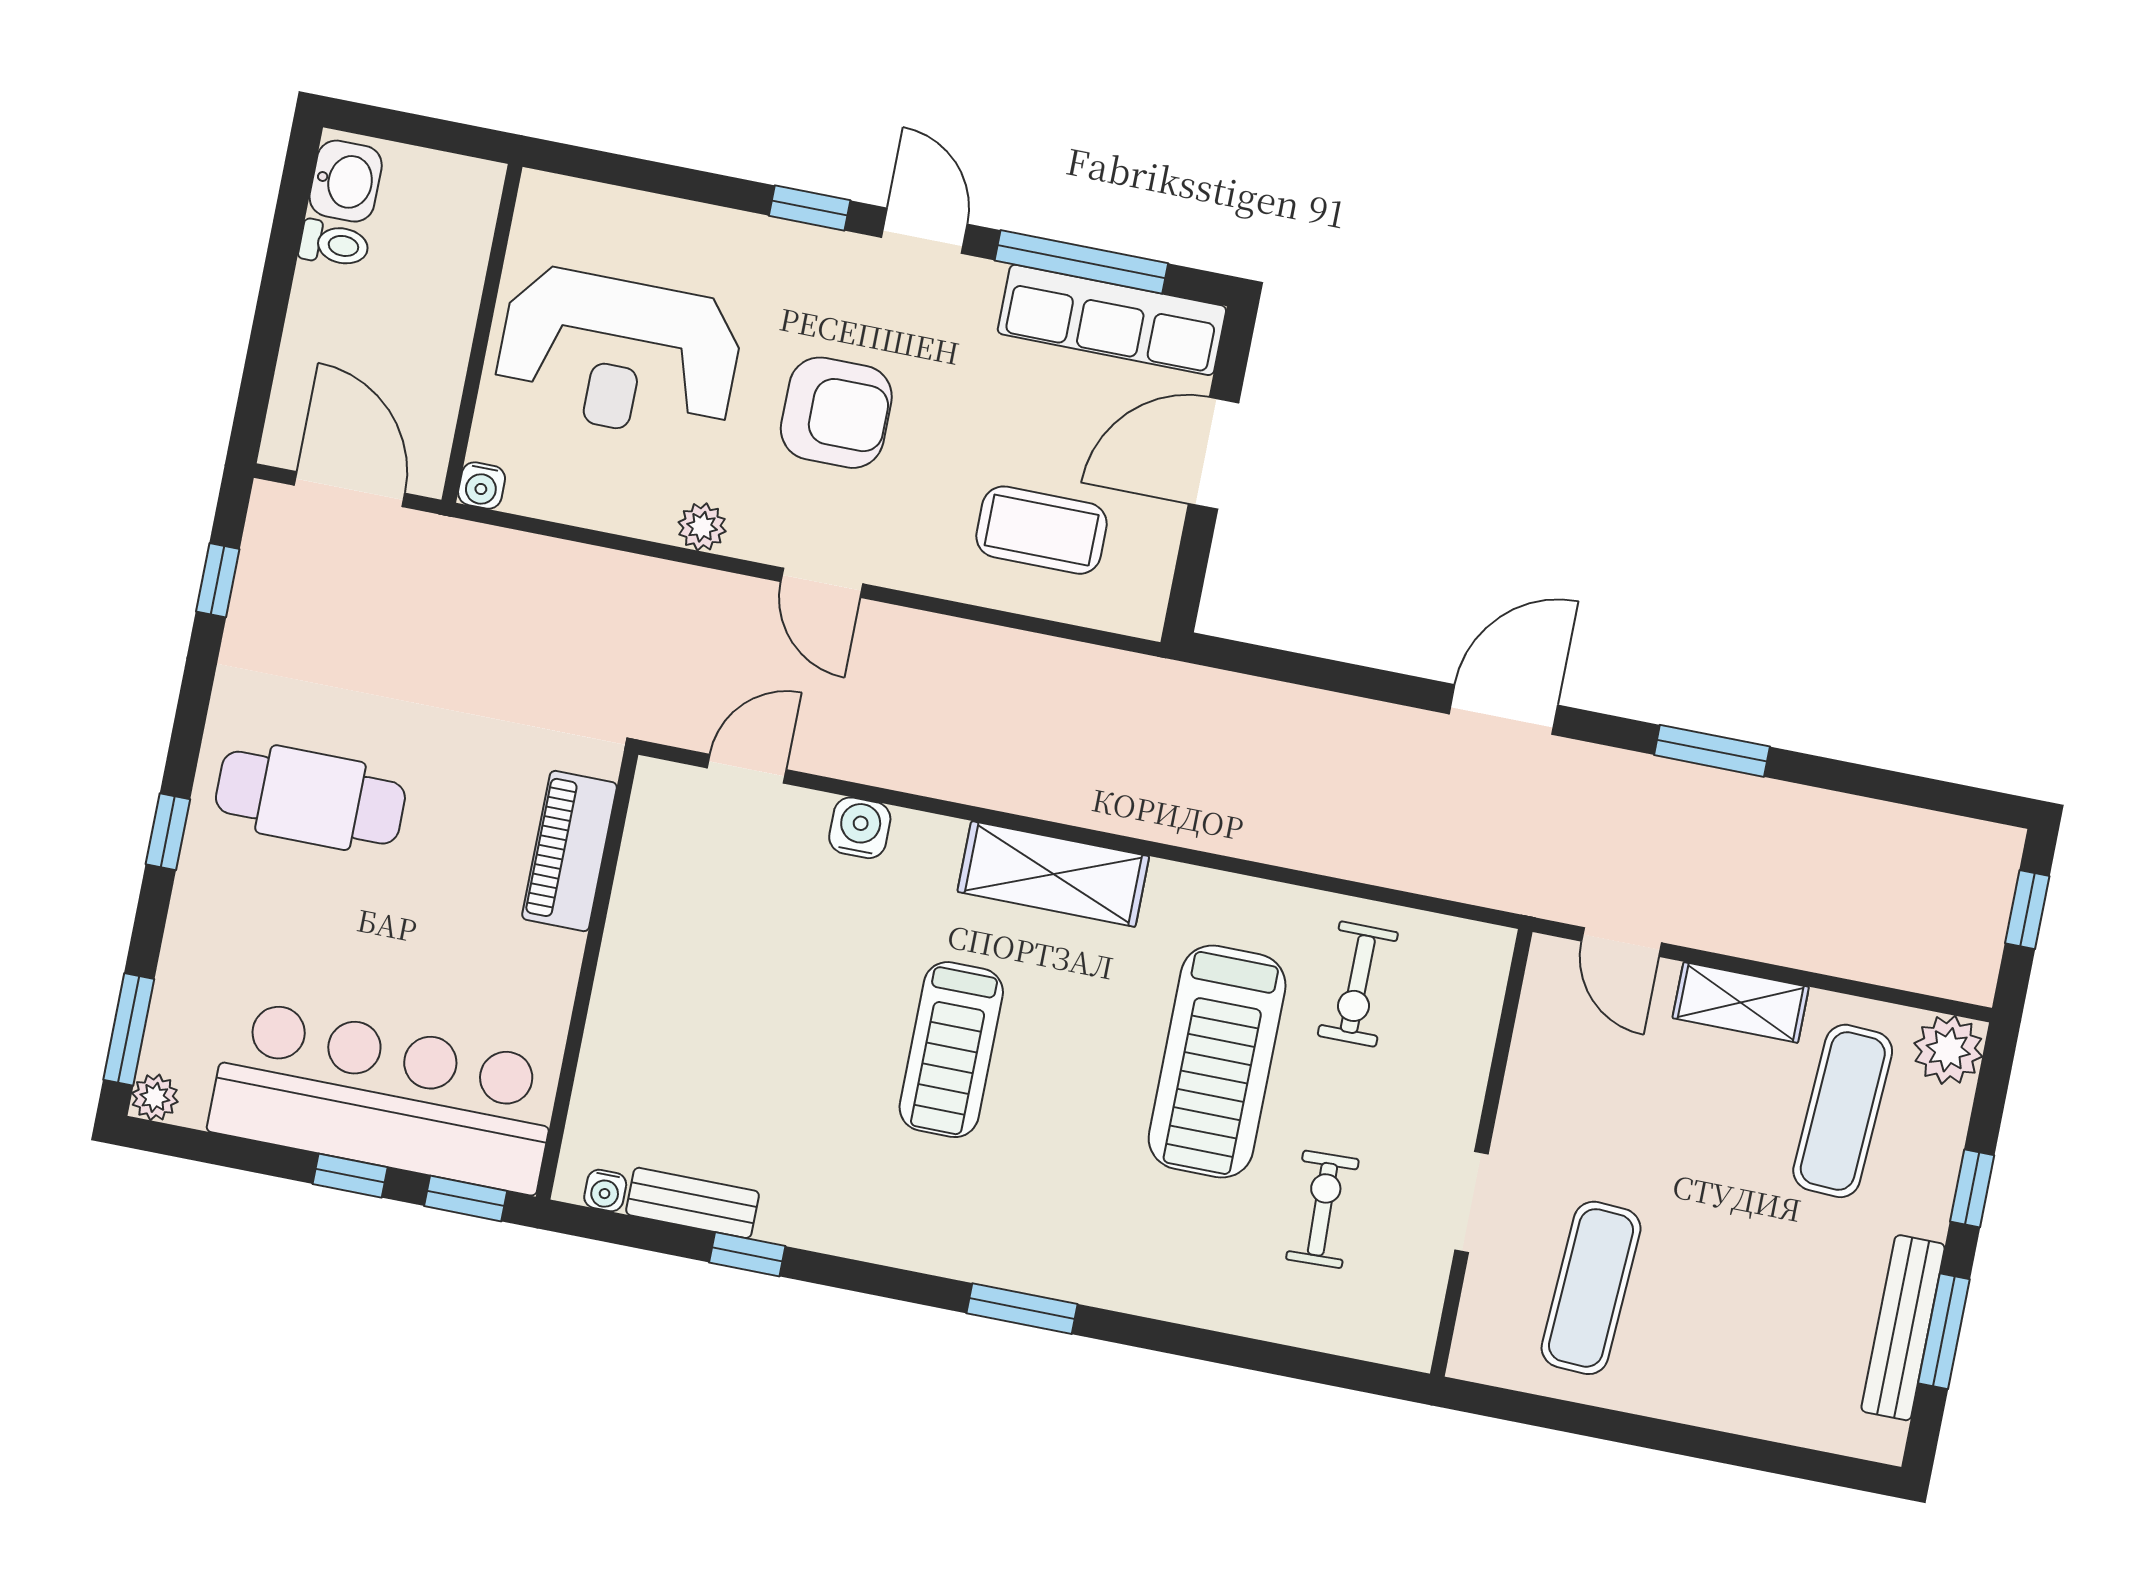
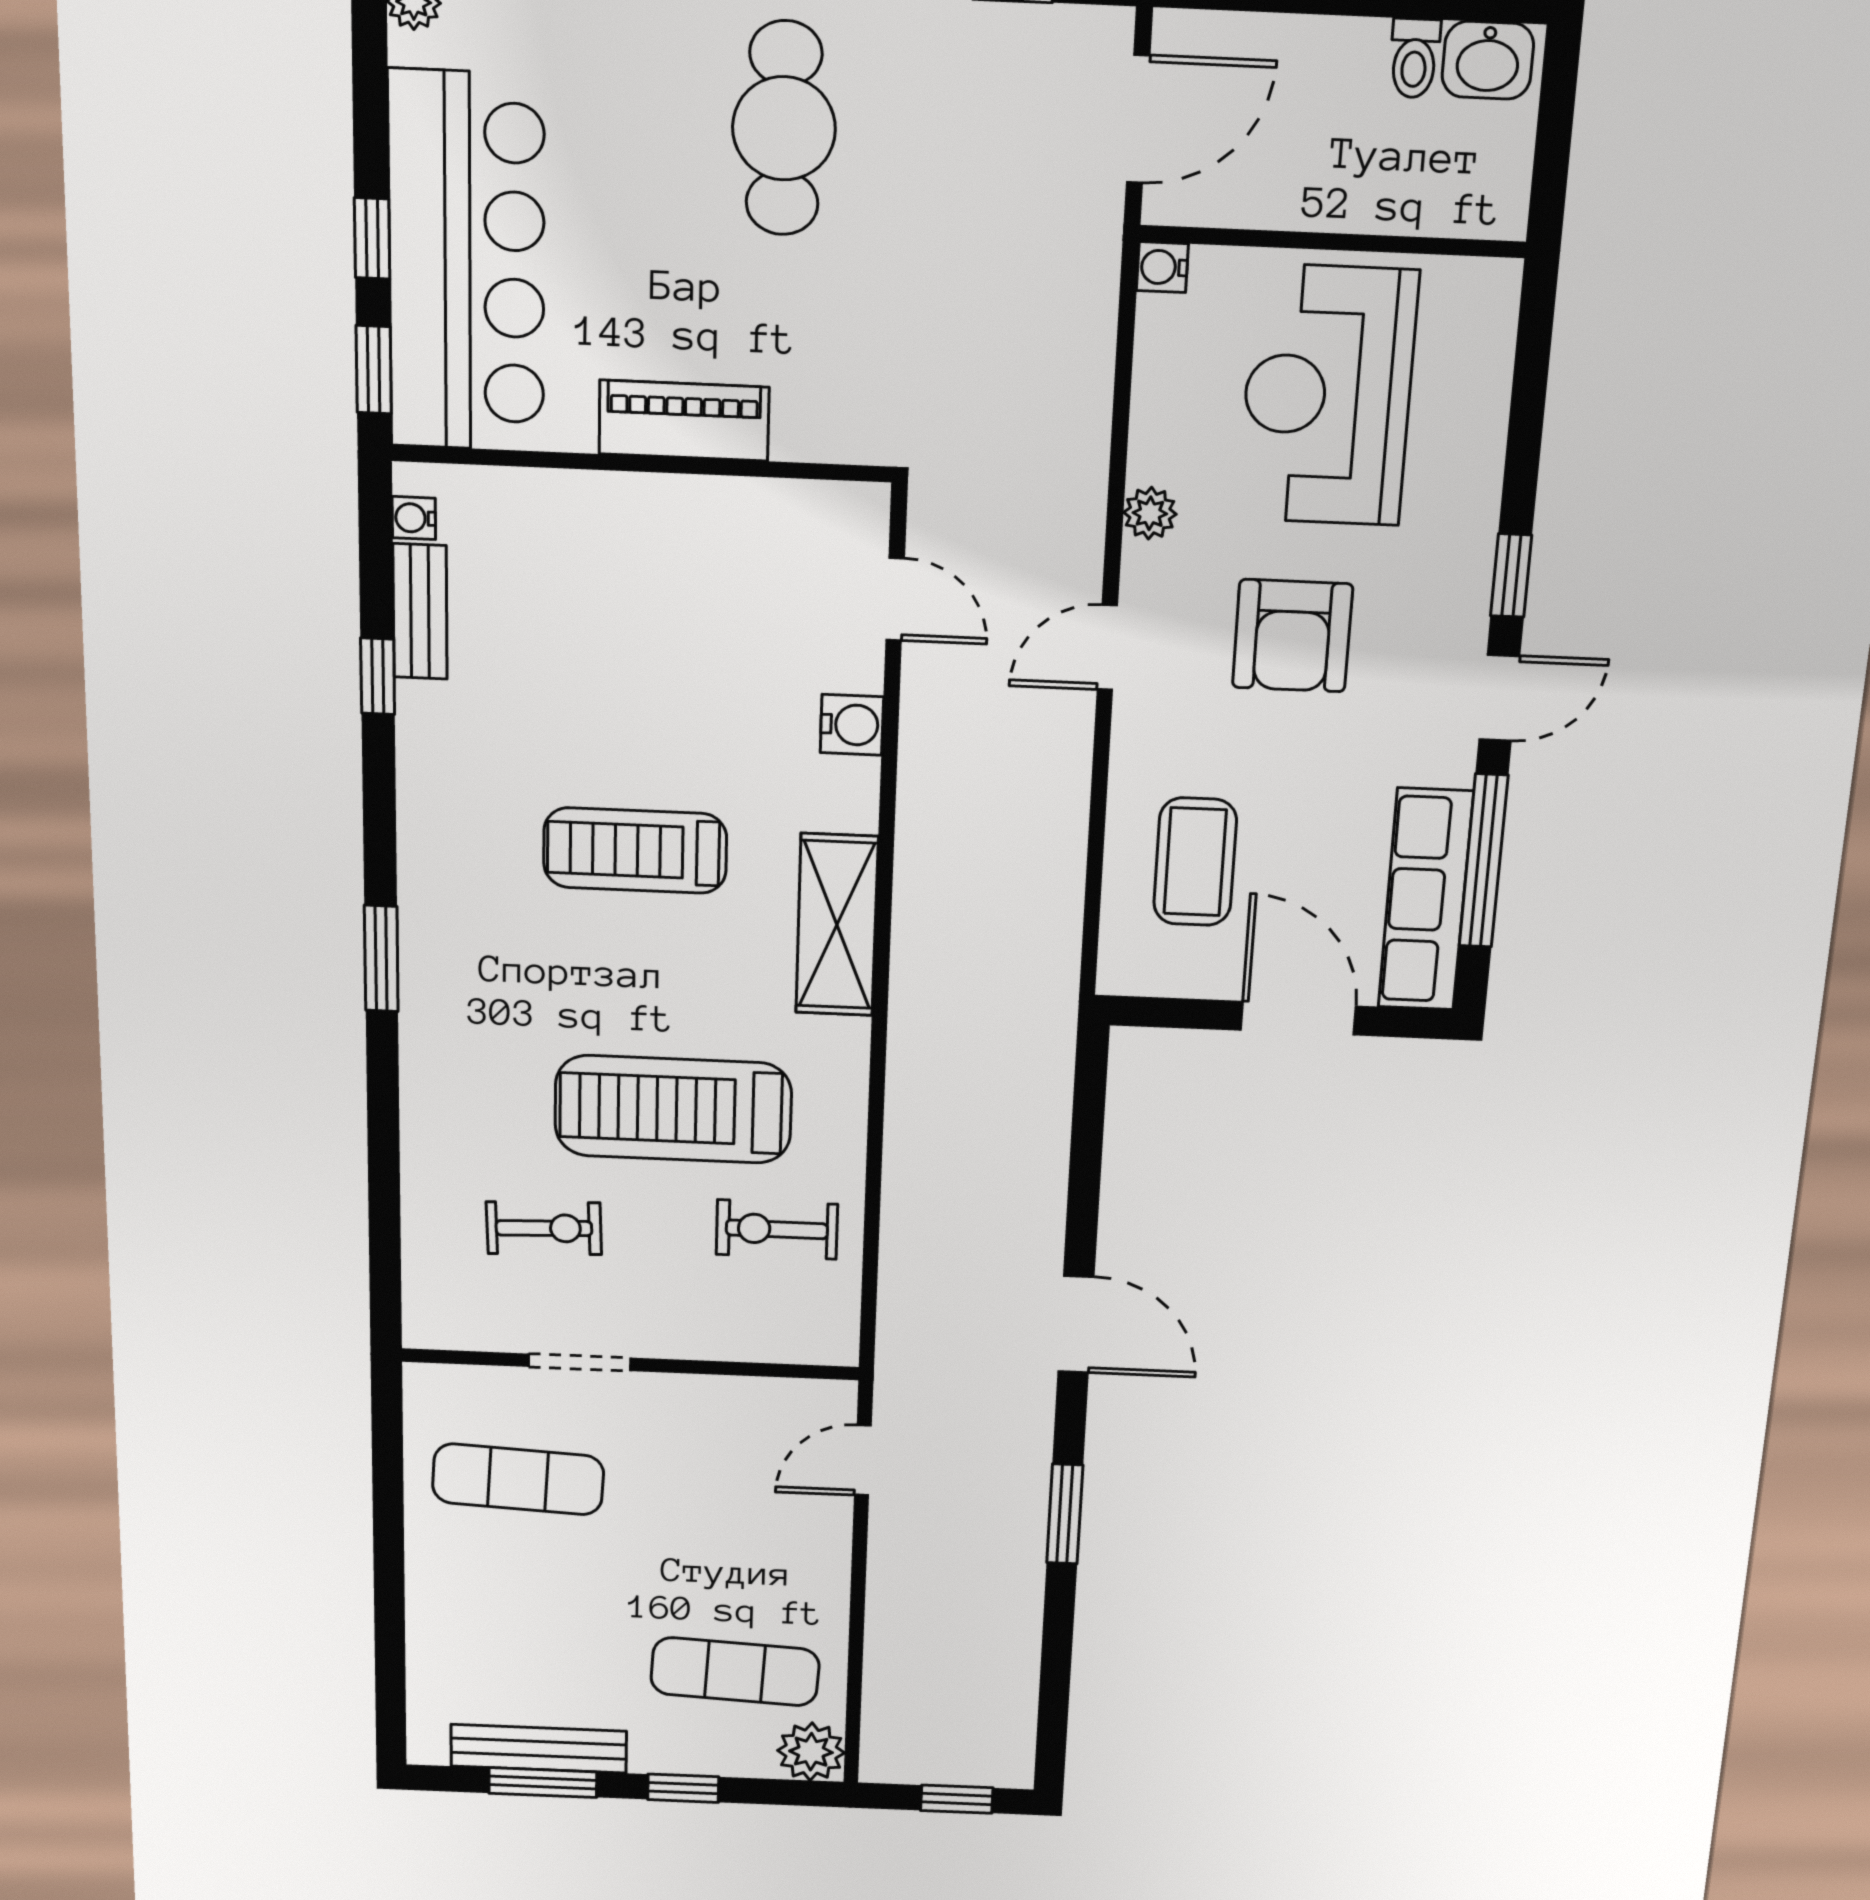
piano: (569, 851) -> (684, 421), moved
shelving: (1741, 1002) -> (823, 1571), removed

